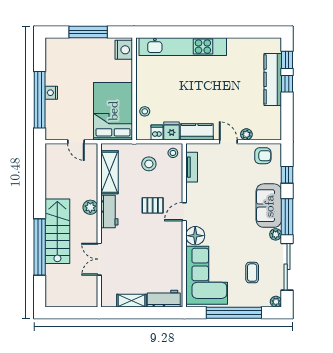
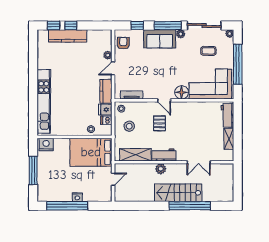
window: (40, 100) -> (67, 206), moved

